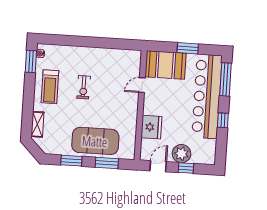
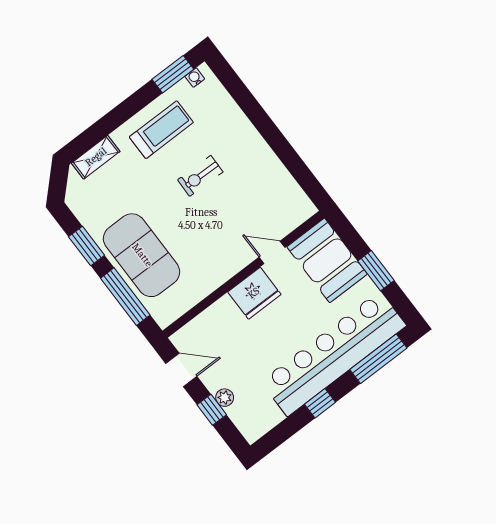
treadmill: (50, 87) -> (161, 130), turned 180
fridge: (151, 127) -> (254, 293), moved
plant: (182, 154) -> (225, 398), width x0.53, depth x0.53
window: (107, 163) -> (125, 297), width x1.44

